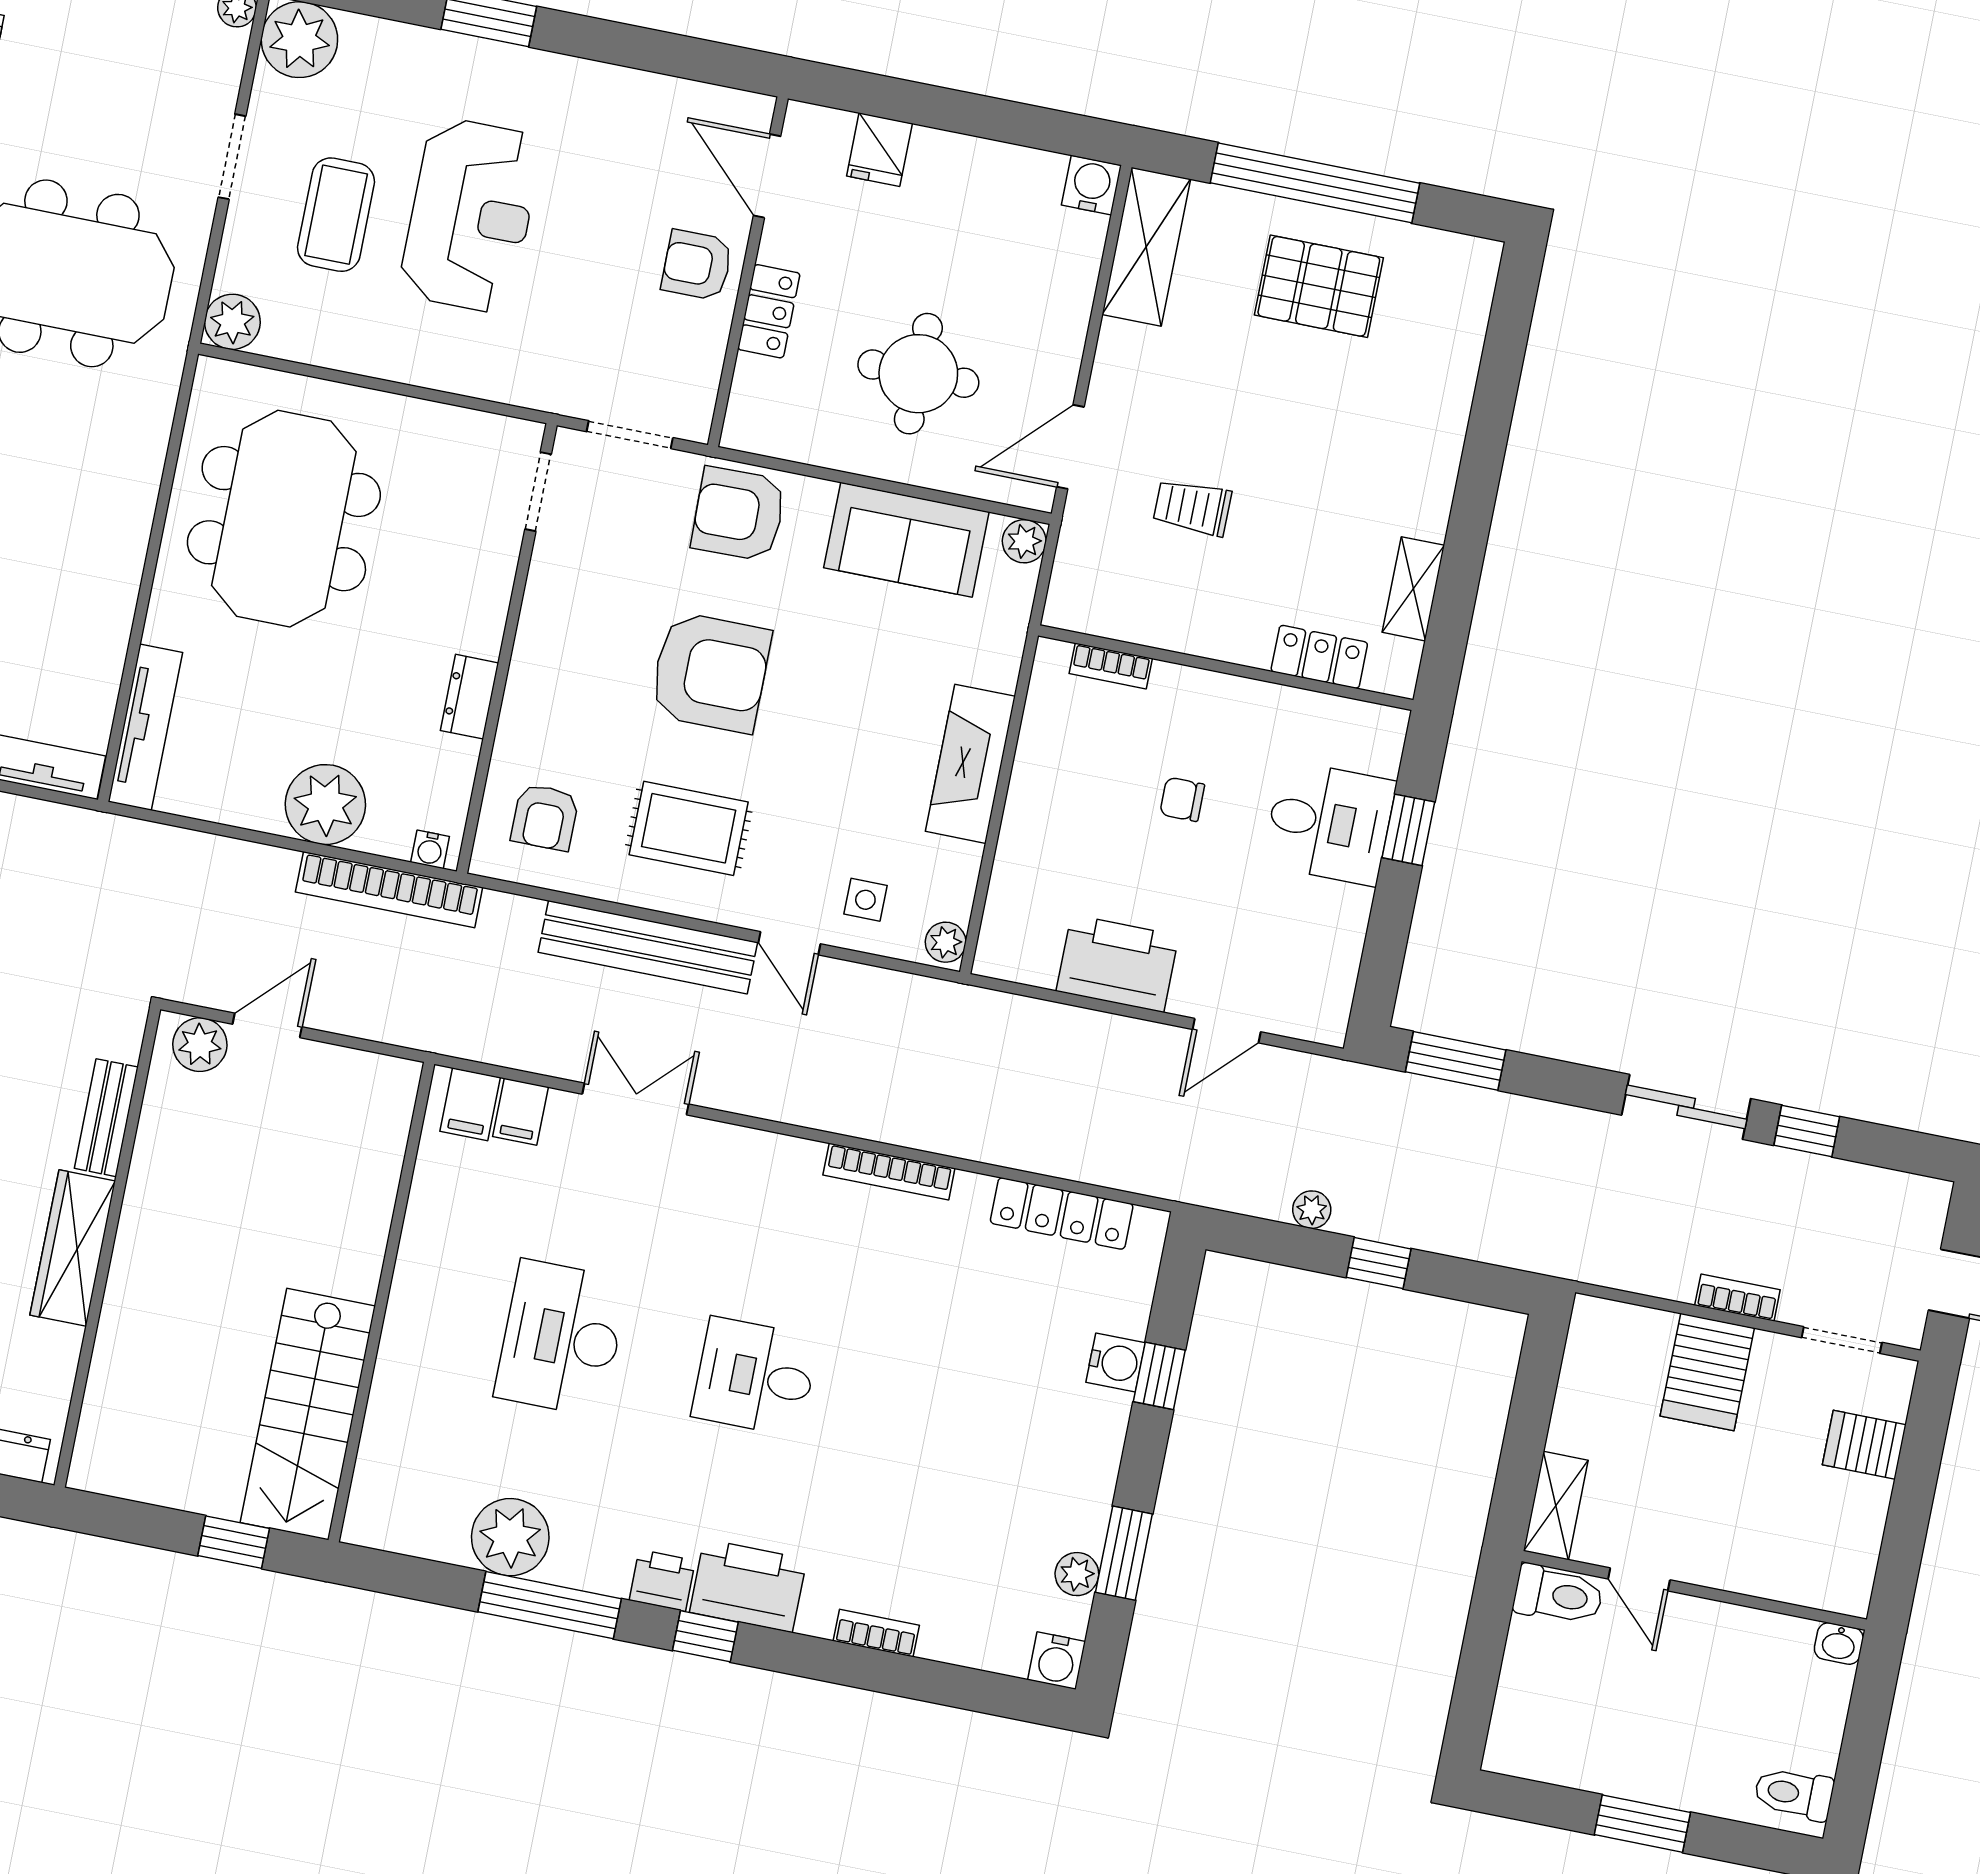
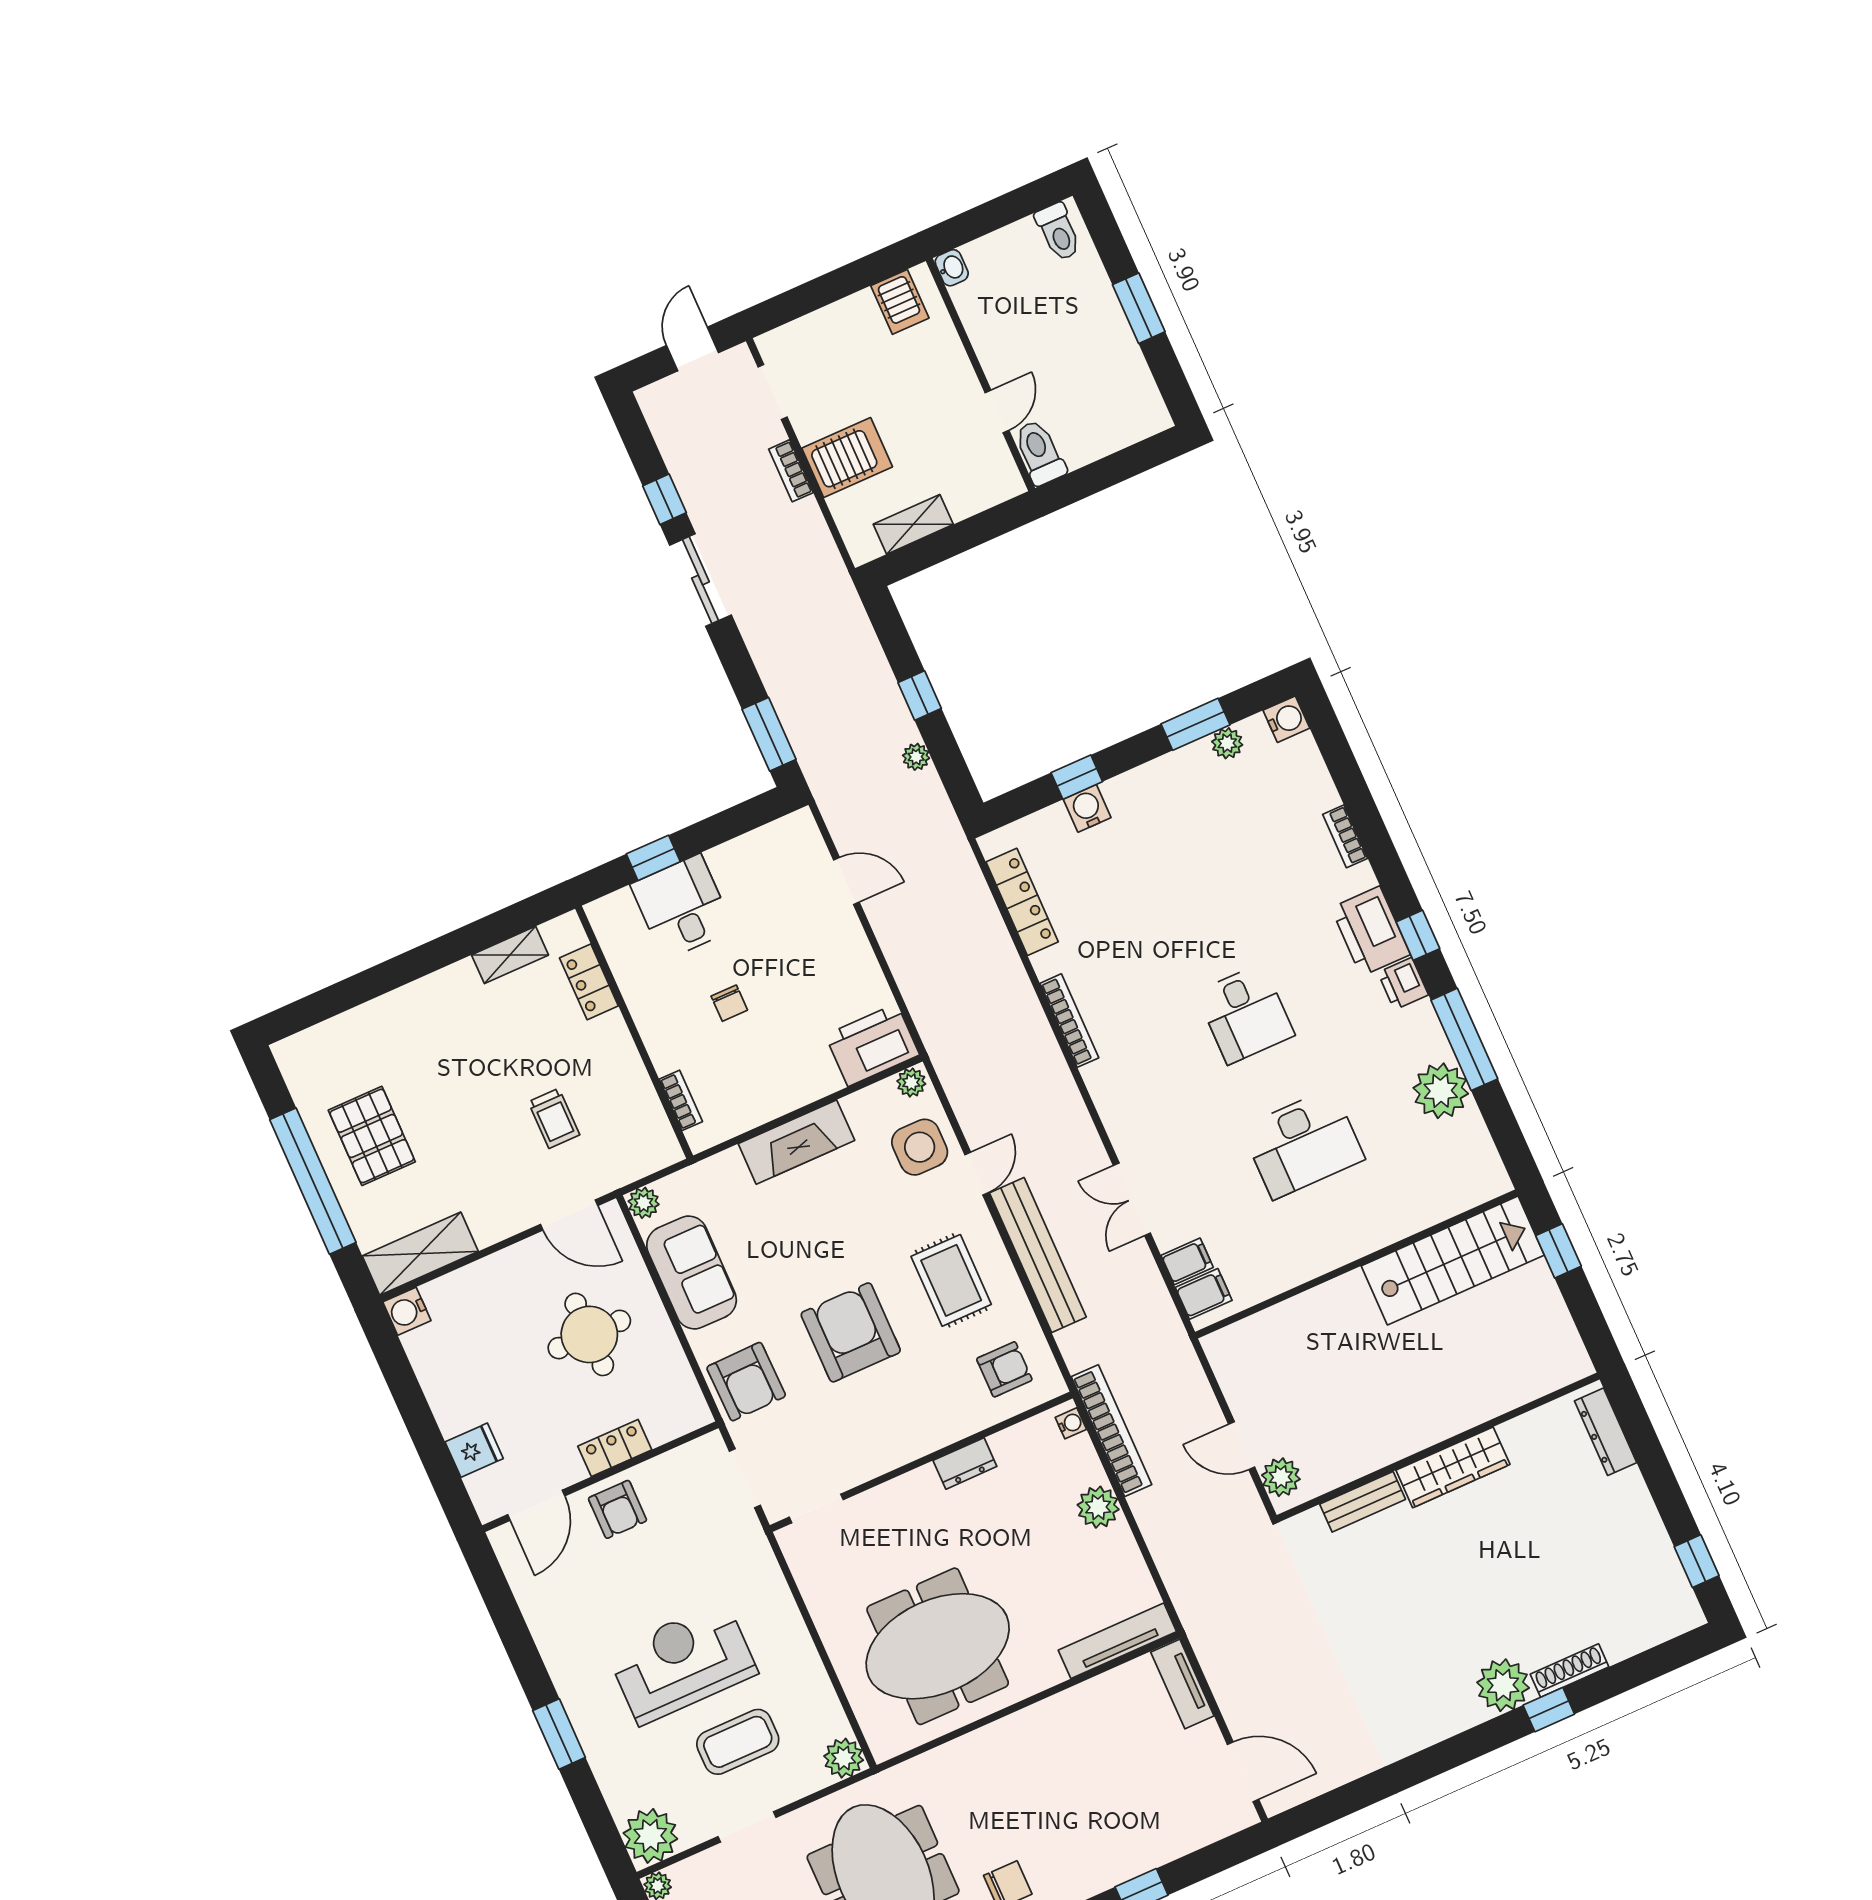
plant: (325, 805) -> (1098, 1507), width x0.73, depth x0.73
side table: (865, 900) -> (920, 1147), width x1.87, depth x1.87
printer: (1117, 963) -> (872, 1045), moved, turned 90
server rack: (1864, 1445) -> (900, 302), moved
shelving: (1556, 1506) -> (913, 524), moved

